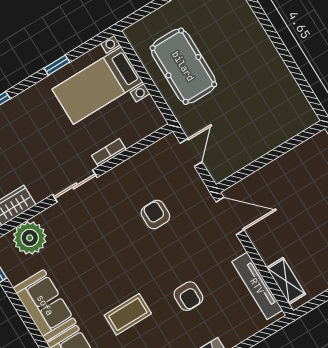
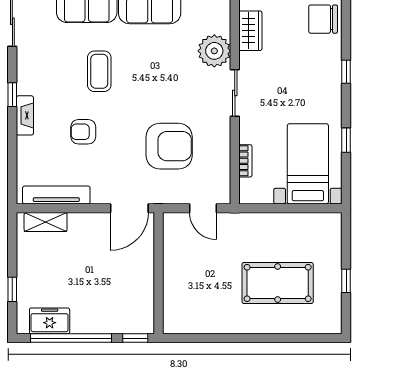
pool table: (183, 66) -> (278, 283), moved
bookcase: (109, 153) -> (245, 161), moved
armchair: (155, 214) -> (169, 146), width x1.88, depth x1.88
plant: (30, 238) -> (214, 51), moved

